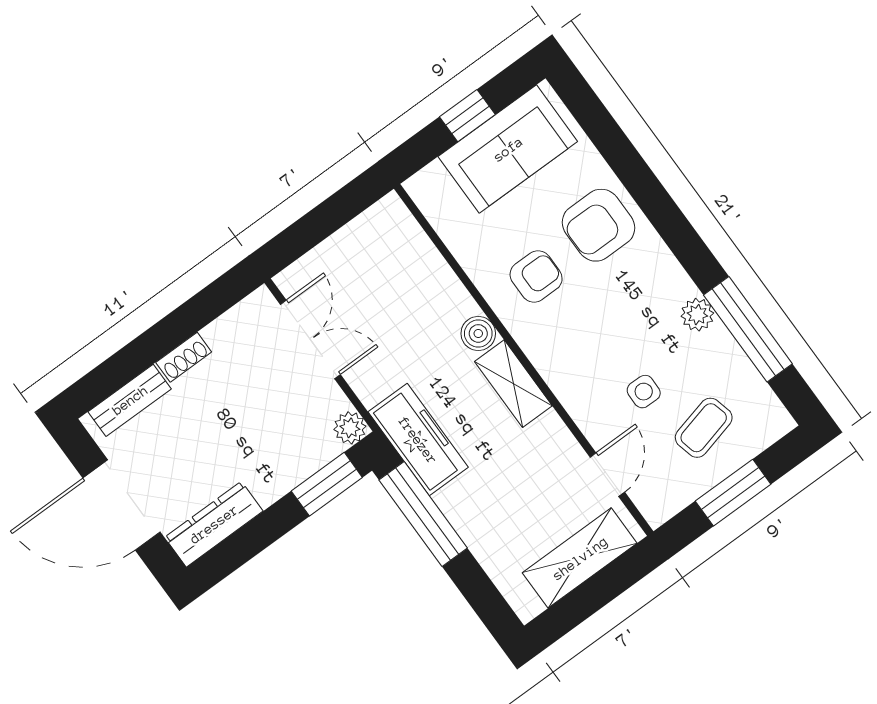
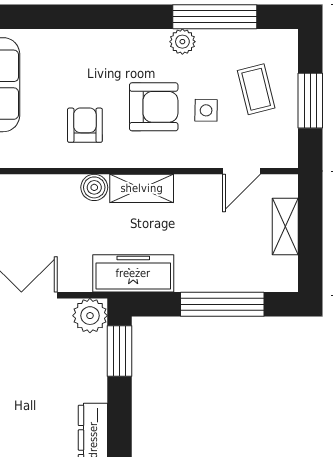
armchair: (598, 225) -> (154, 107), moved, turned -90
plant: (350, 428) -> (90, 316), width x1.38, depth x1.38
door: (607, 475) -> (242, 171), swing flipped
window: (423, 514) -> (222, 304), moved
shelving: (580, 558) -> (285, 226), width x0.67, depth x0.75

